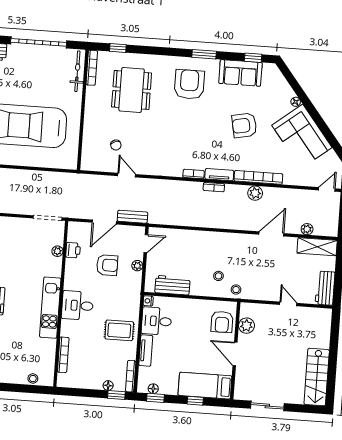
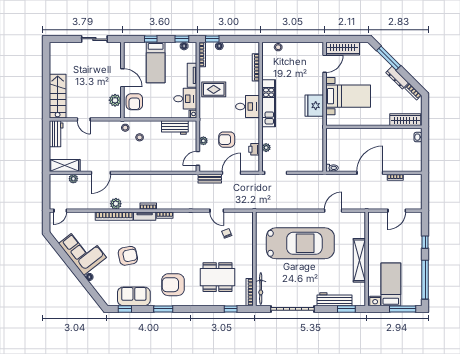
armchair: (189, 84) -> (173, 285), turned 90
dining table: (132, 90) -> (218, 277), turned 90
armchair: (222, 322) -> (134, 102), turned 180
stairs: (317, 377) -> (58, 96), moved
bed: (205, 386) -> (156, 62), moved, turned 90

